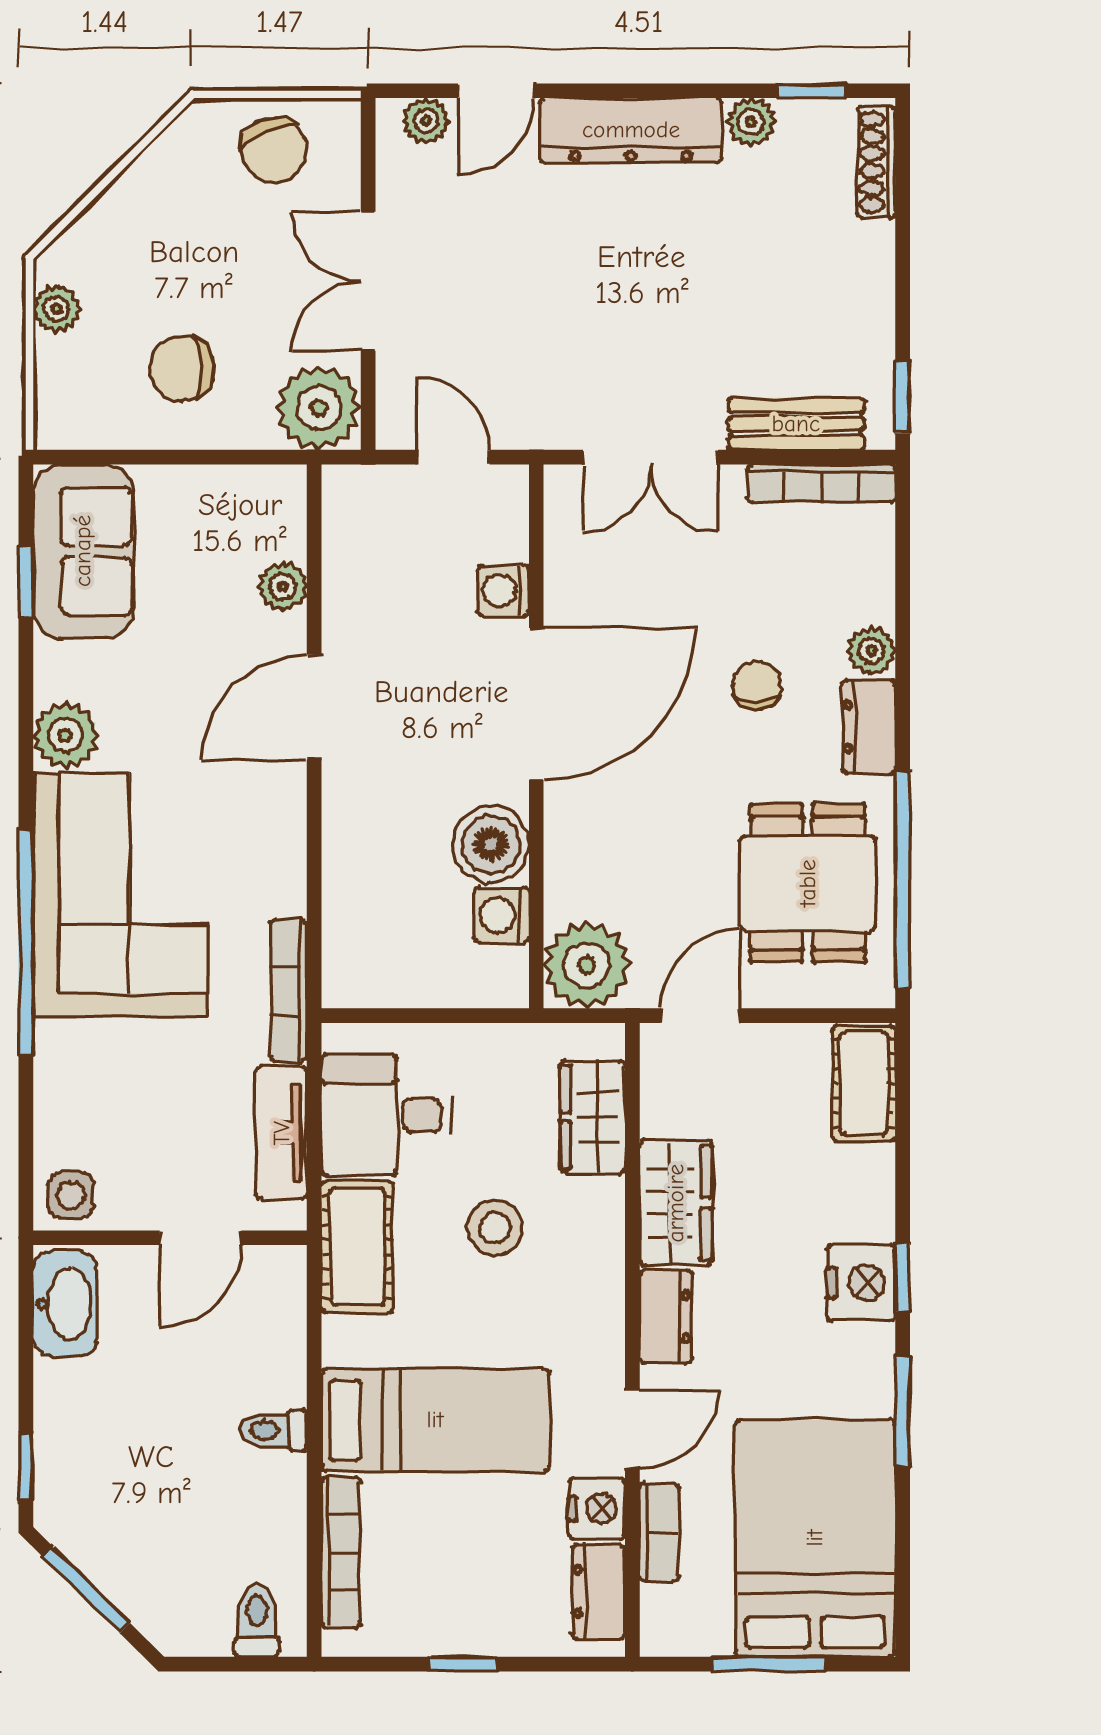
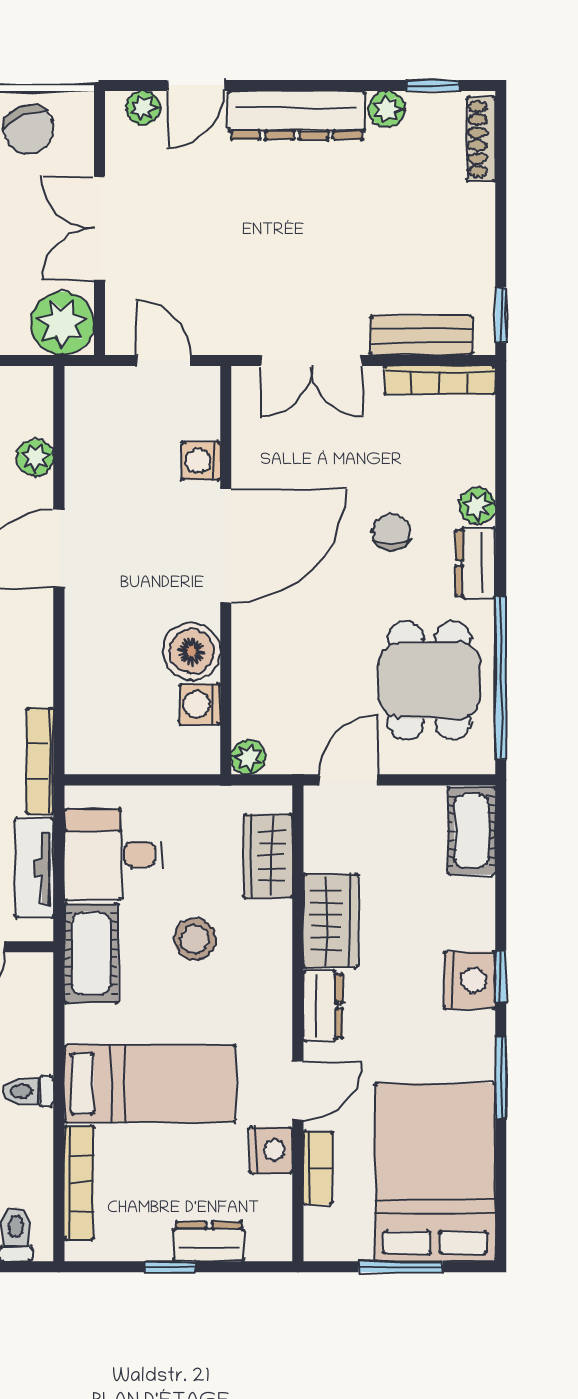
plant: (587, 965) -> (248, 757), width x0.53, depth x0.53
dresser: (599, 1592) -> (209, 1241), moved, turned 90

